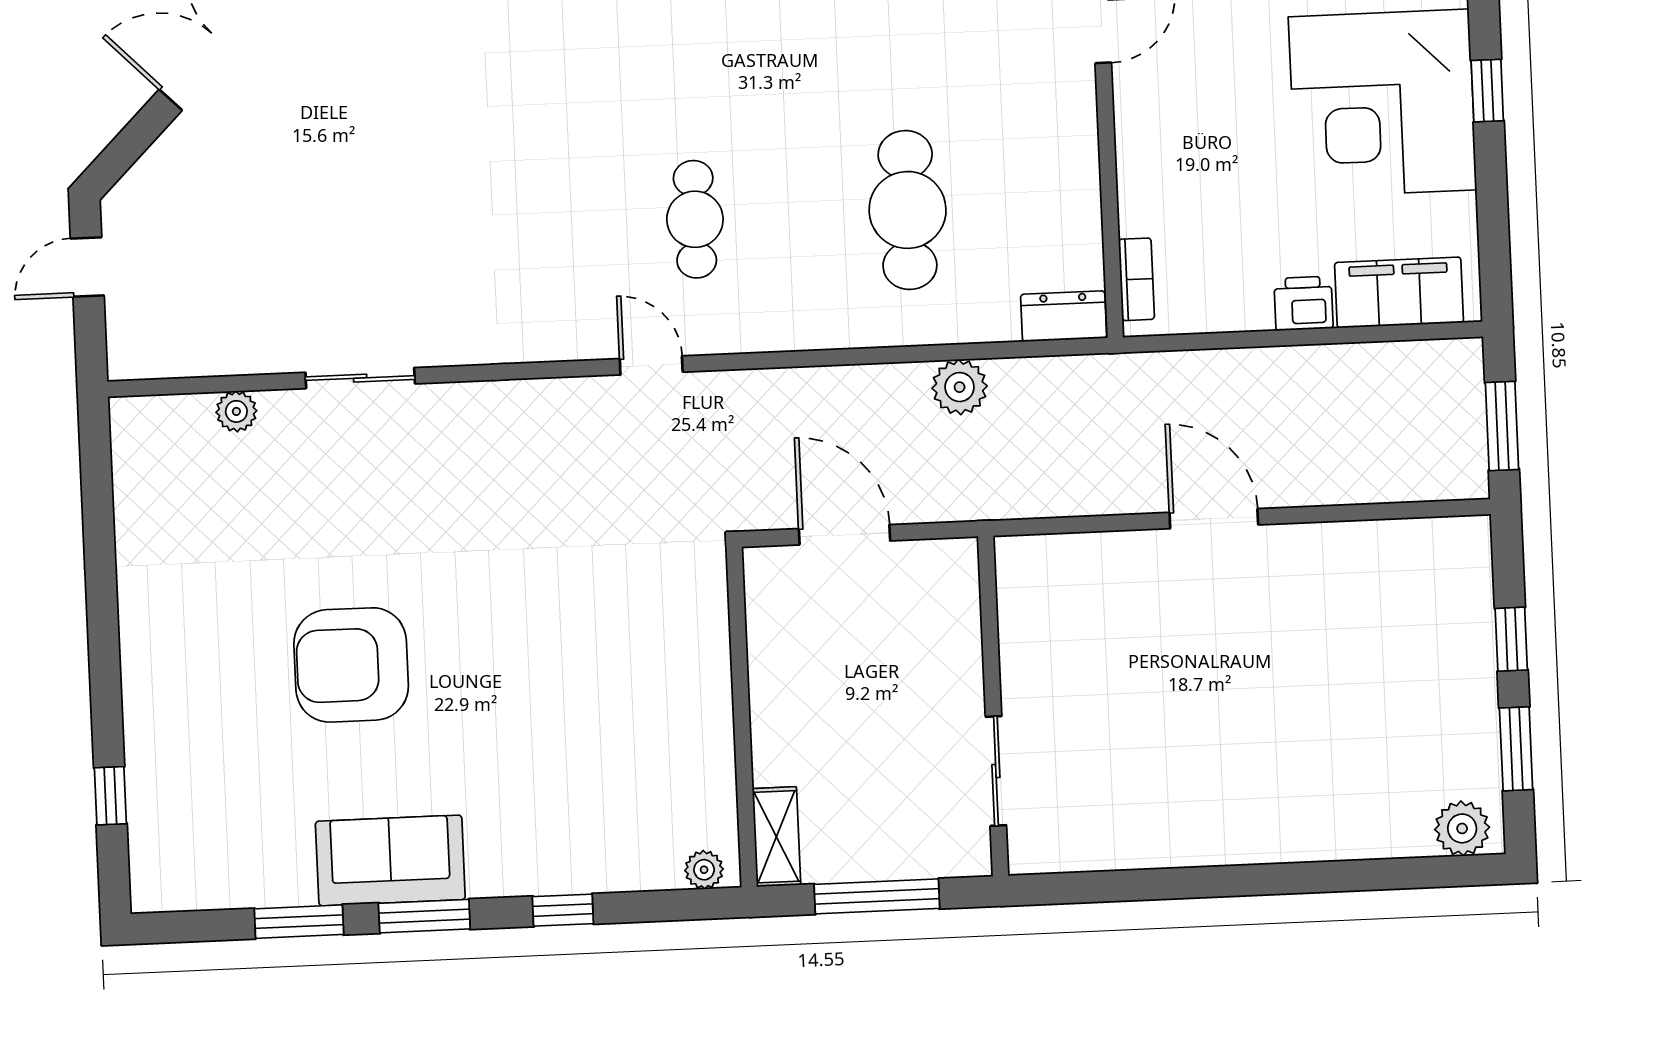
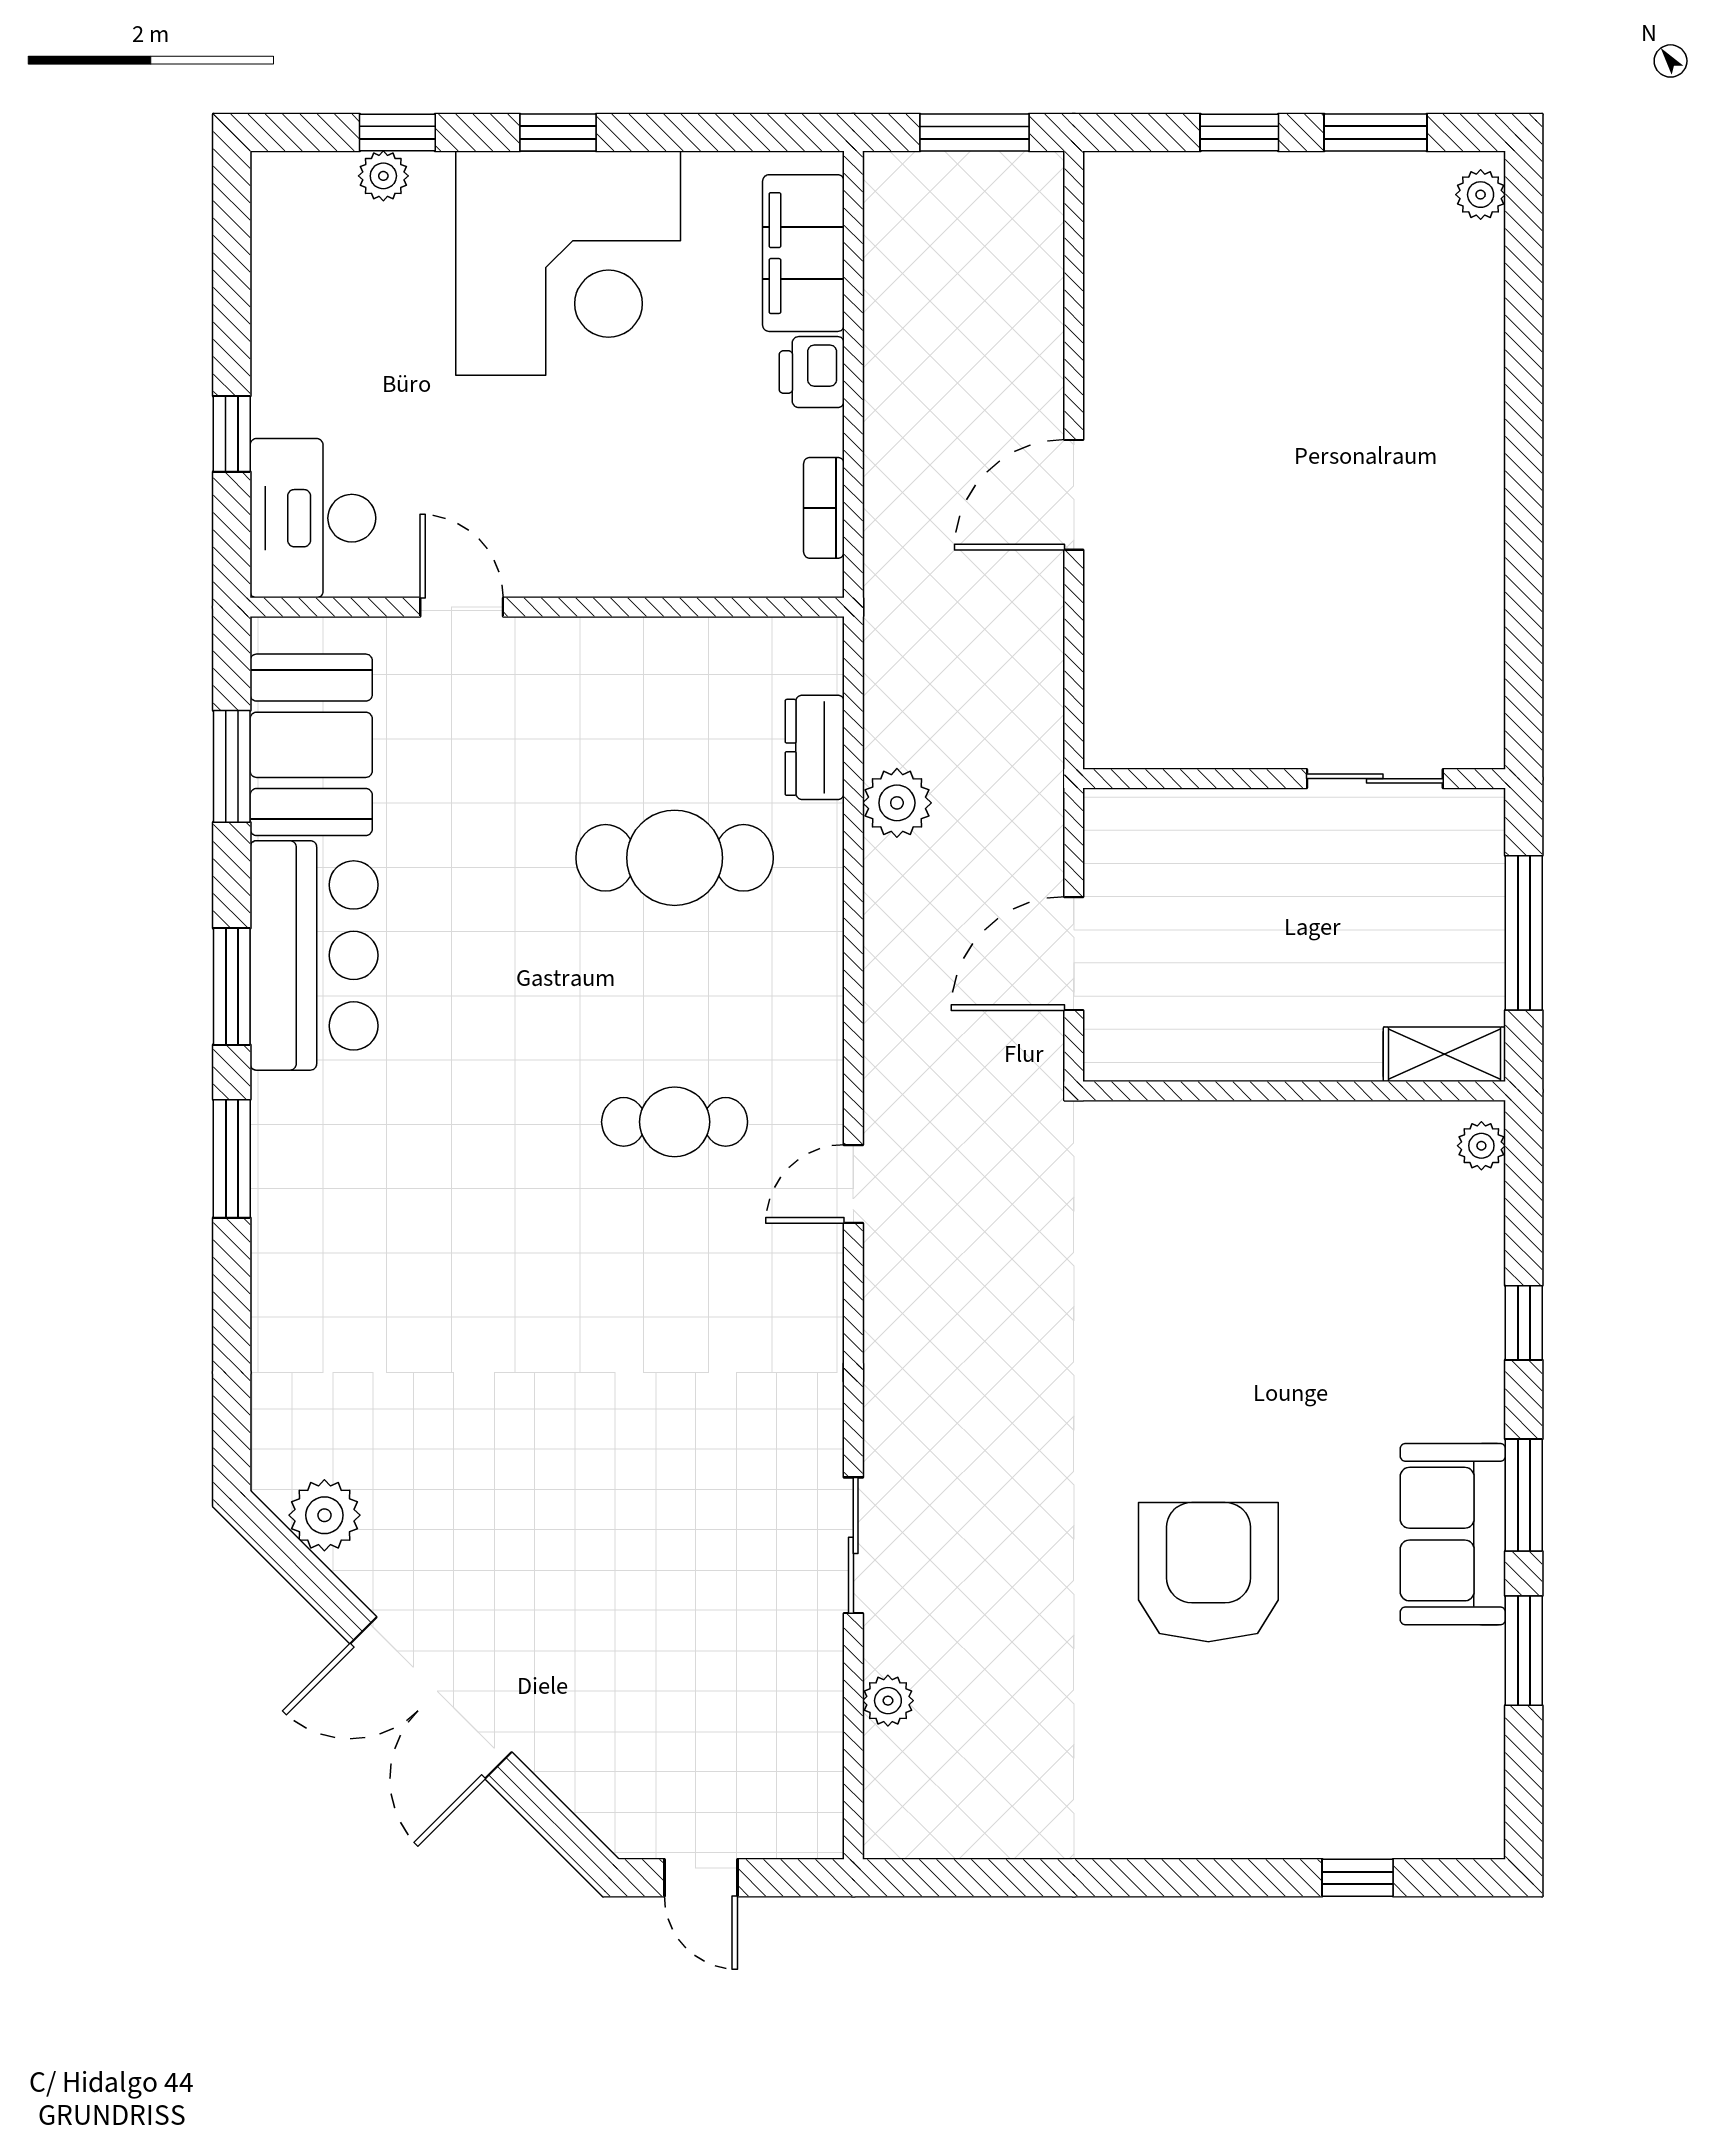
bookcase: (1136, 279) -> (824, 508), moved, turned -90
dresser: (1064, 316) -> (815, 747), moved
armchair: (351, 665) -> (1208, 1572), turned 180
plant: (1462, 828) -> (1481, 195), width x0.73, depth x0.73

